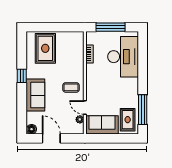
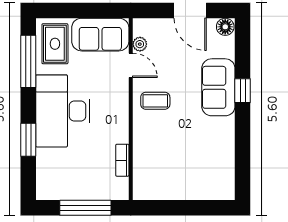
rug: (45, 48) -> (201, 170), removed
desk: (123, 57) -> (63, 111), moved
window: (143, 66) -> (28, 140), added
window: (22, 76) -> (243, 91), moved

